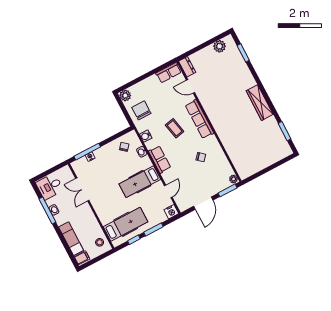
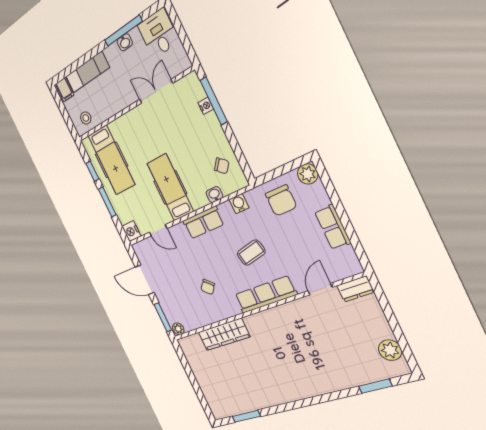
row of seats: (169, 73) -> (333, 227), moved
wardrobe: (260, 103) -> (224, 334), moved, turned 180
chair: (141, 110) -> (281, 200), turned 90

